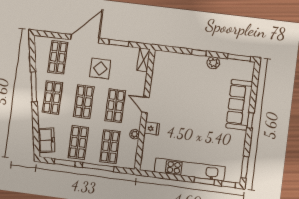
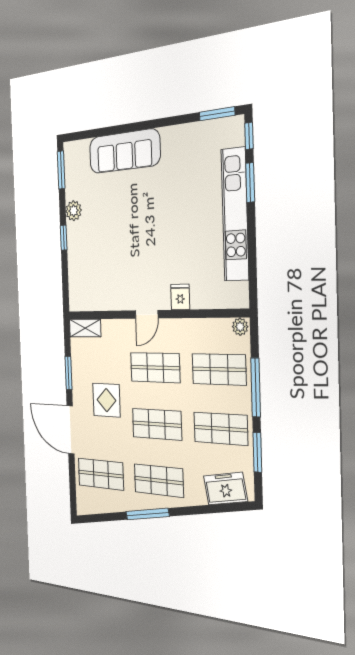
window: (250, 120) -> (144, 125), removed
plant: (134, 134) -> (240, 327), moved

